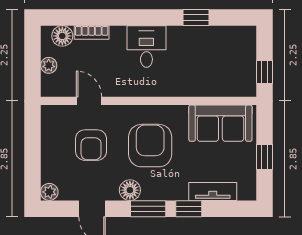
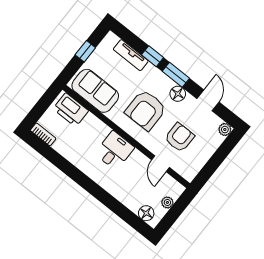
window: (196, 17) -> (61, 163), removed
bookcase: (92, 33) -> (43, 134), moved
desk: (146, 47) -> (114, 150), moved, turned 180
window: (265, 72) -> (46, 100), removed
printer: (231, 82) -> (71, 110), added

